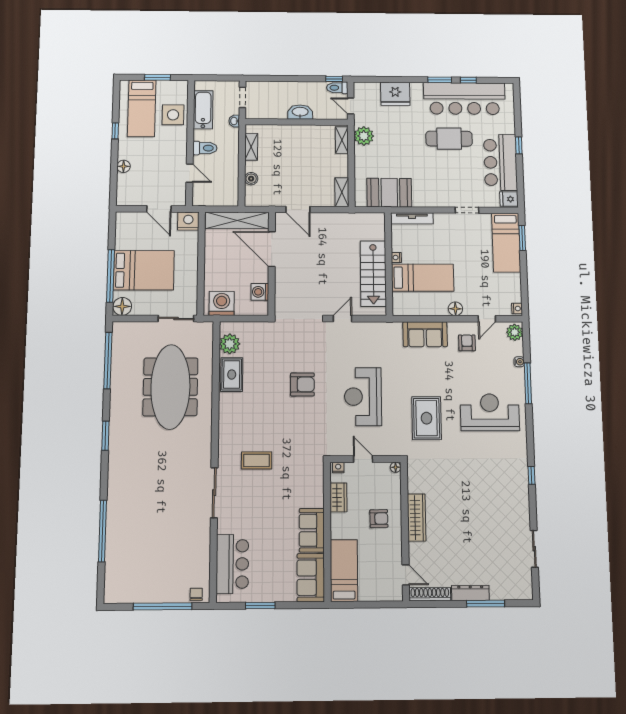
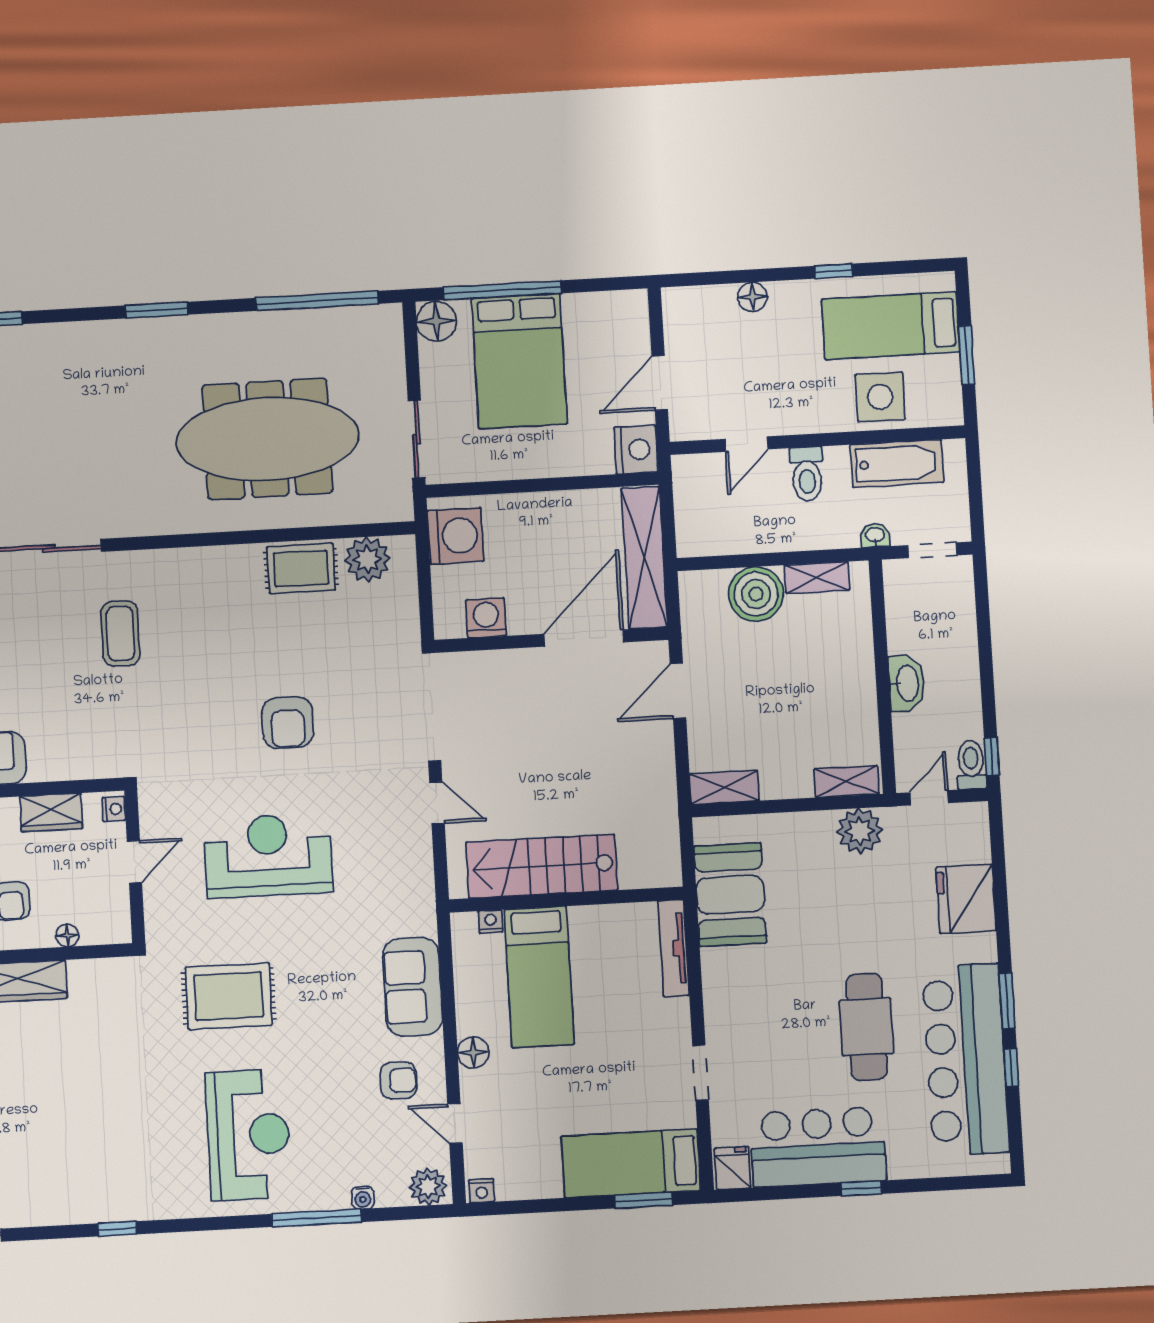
boiler: (251, 179) -> (756, 594), width x1.86, depth x1.86
nightstand: (396, 258) -> (490, 921), moved
floor lamp: (396, 467) -> (67, 935), moved

